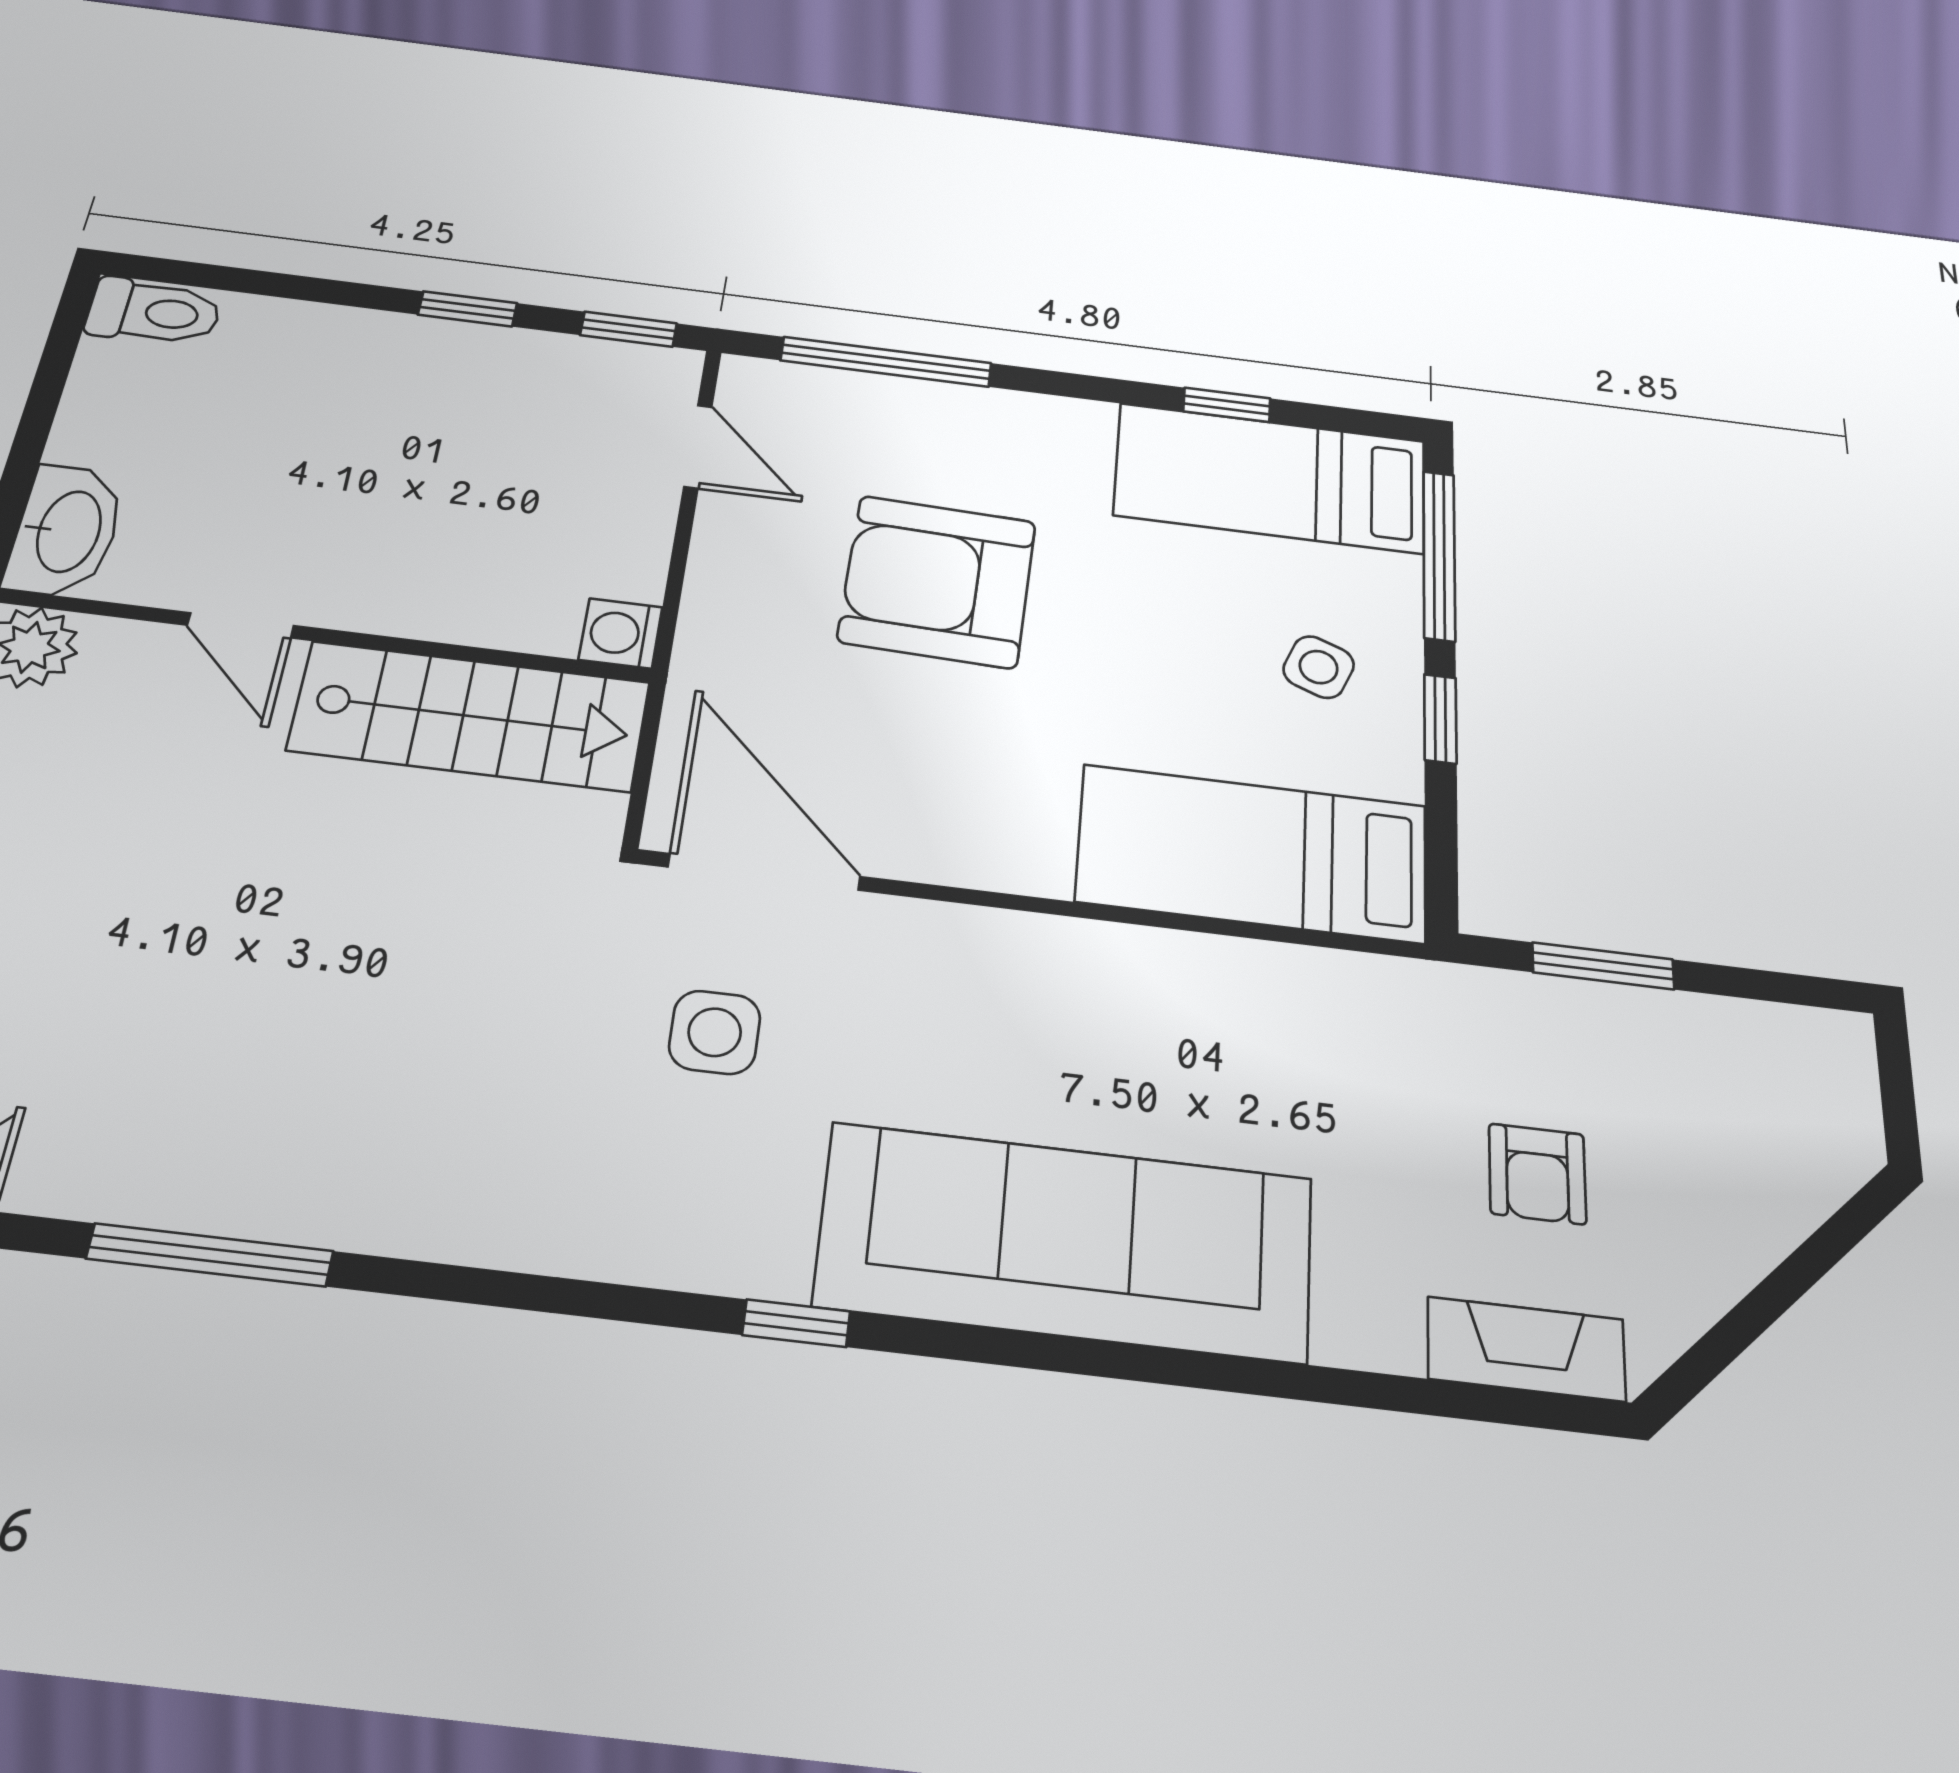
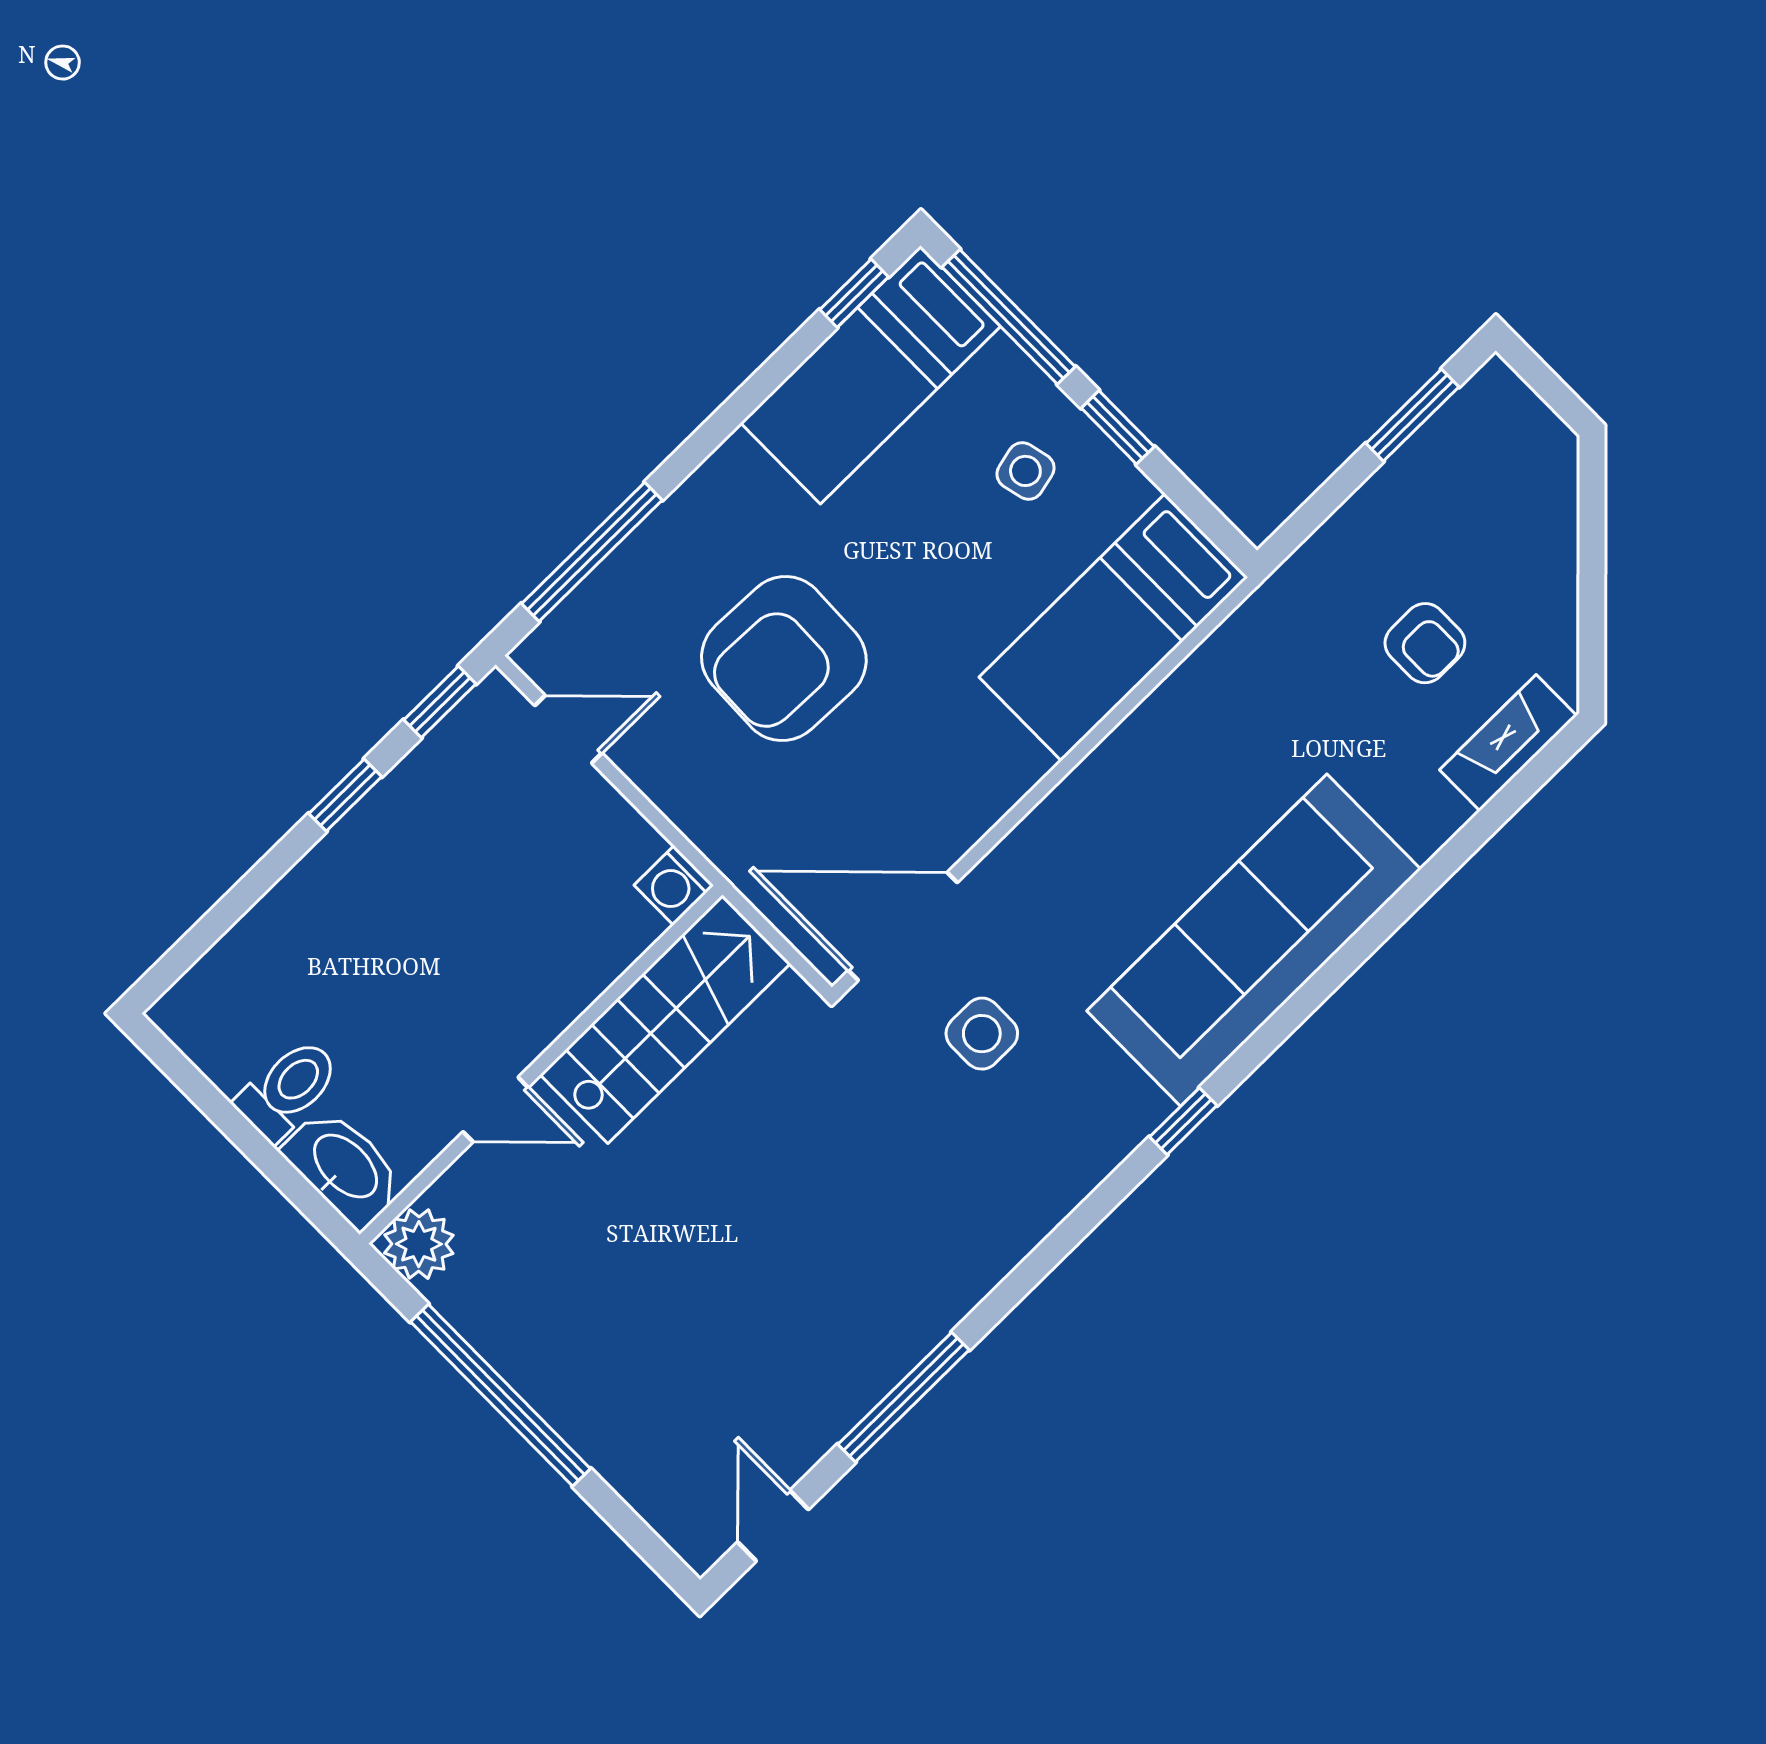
toilet: (154, 312) -> (288, 1089), moved
window: (1227, 405) -> (854, 293), moved
side table: (1319, 667) -> (1025, 471), turned -35
window: (1603, 966) -> (1412, 415), moved

